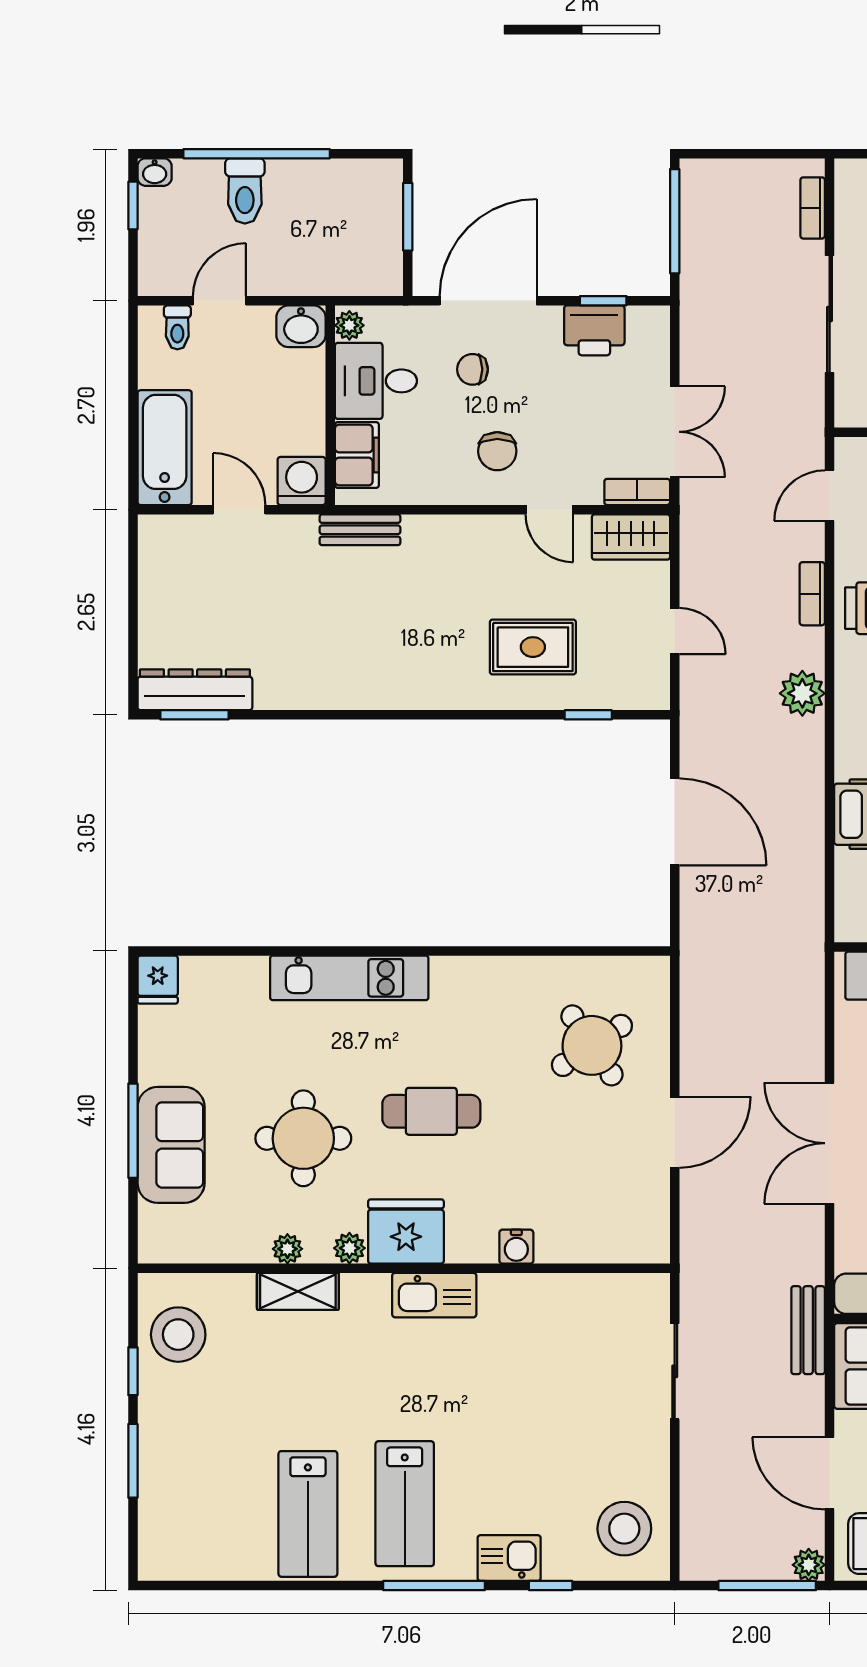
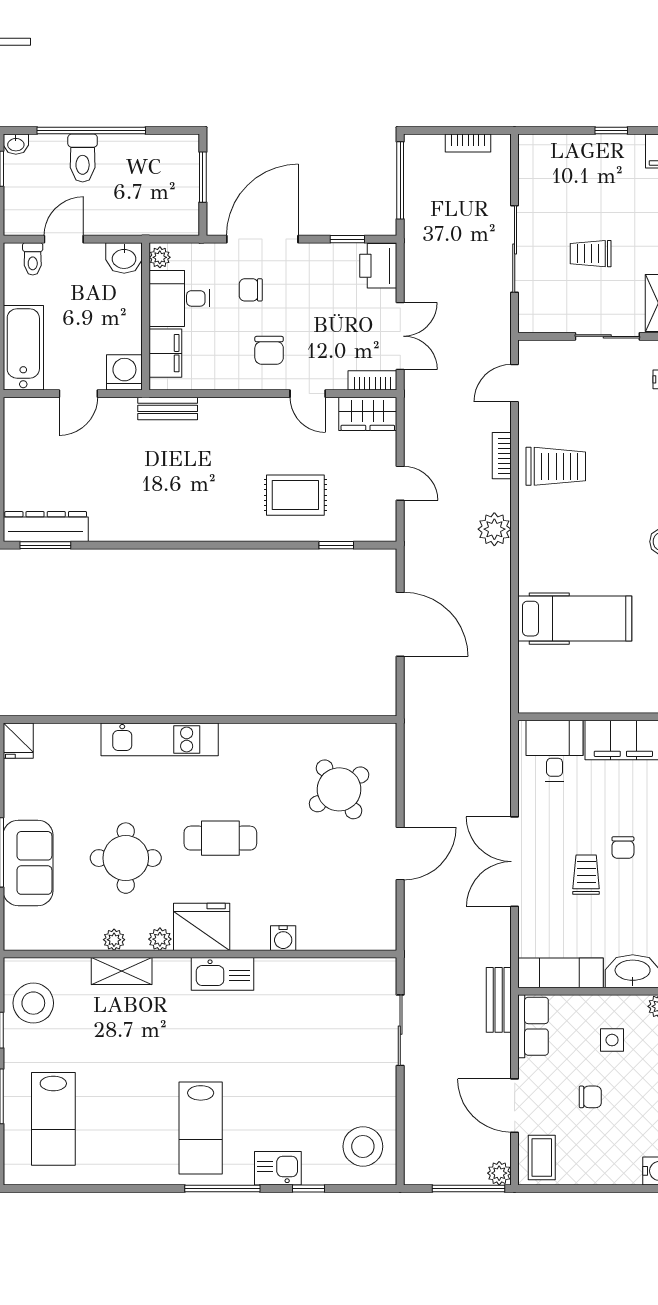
bookcase: (813, 208) -> (468, 143), moved, turned -90
printer: (594, 330) -> (378, 266), moved, turned 90
door: (239, 510) -> (78, 394), swing flipped
lab bench: (308, 1514) -> (53, 1119), moved

